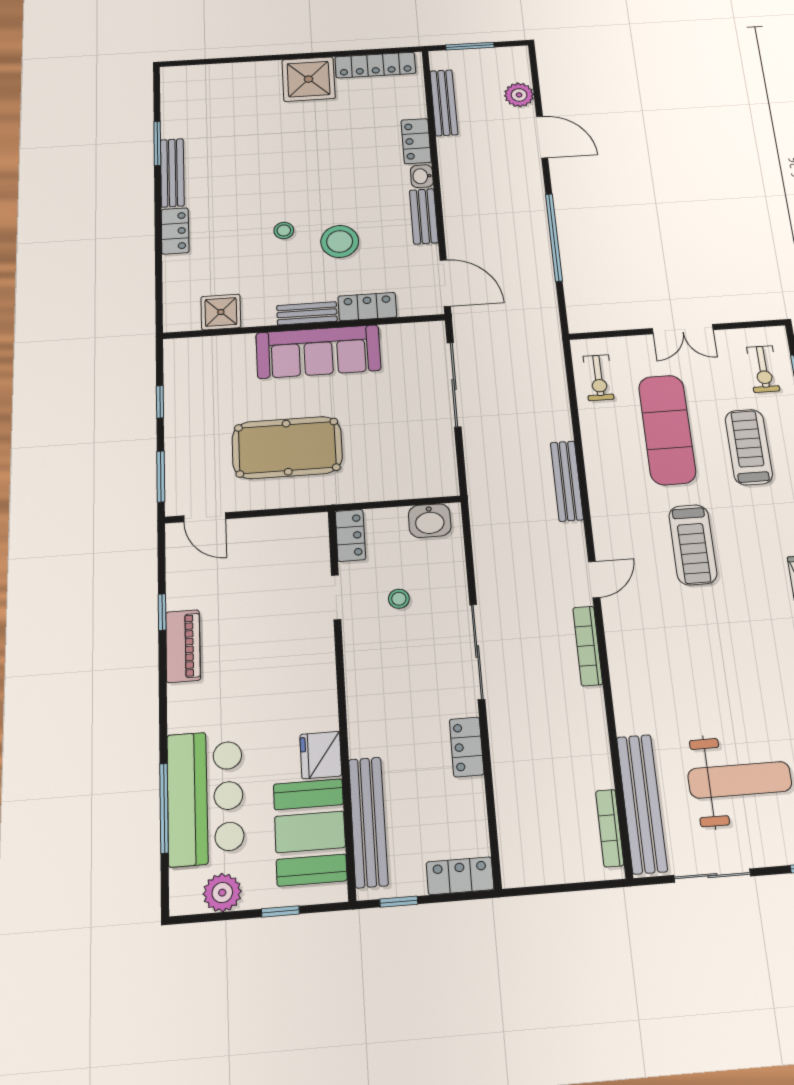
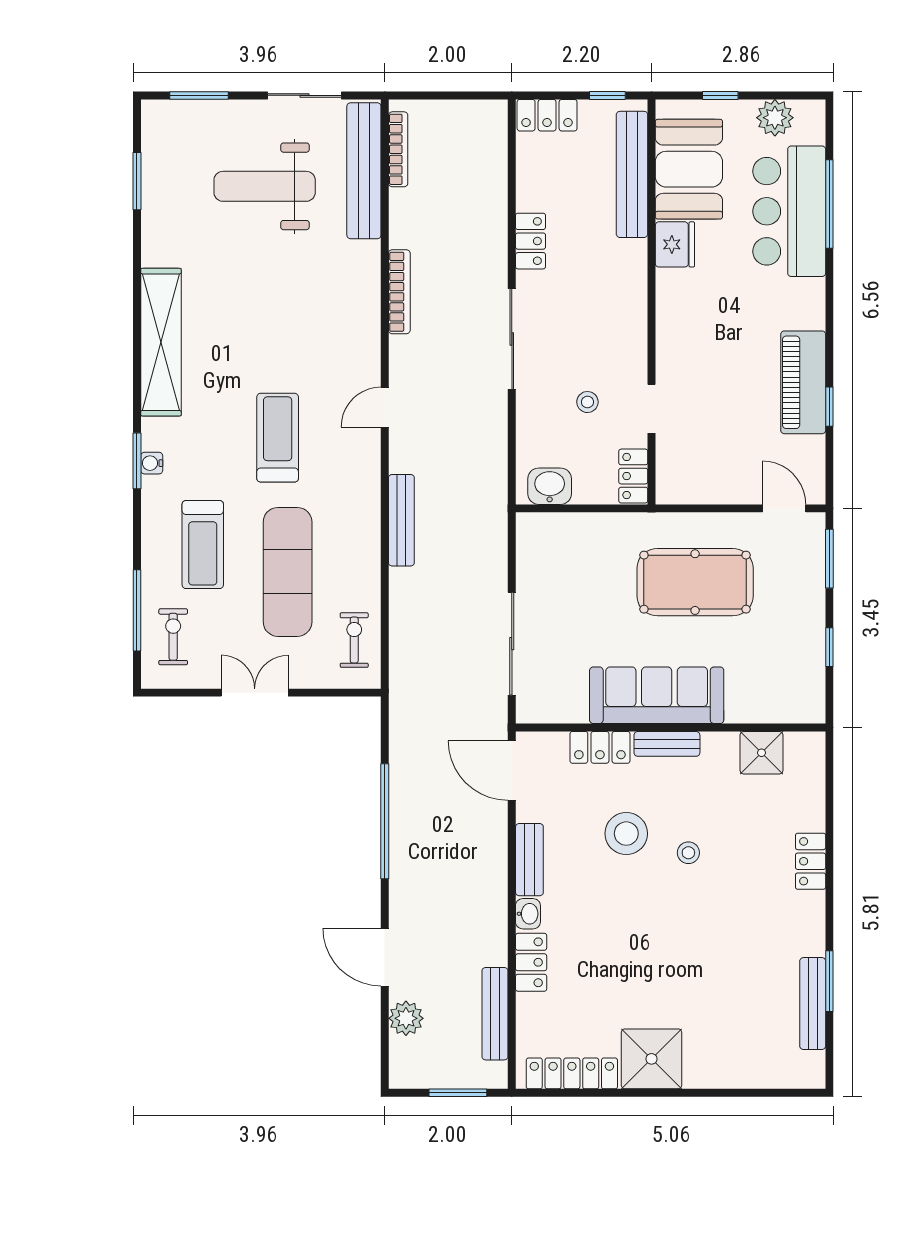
bench: (172, 173) -> (813, 1004), moved
piano: (183, 646) -> (803, 382), width x1.37, depth x1.33
bookcase: (588, 646) -> (399, 292), moved

